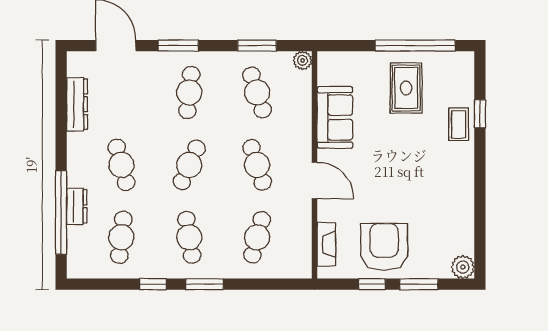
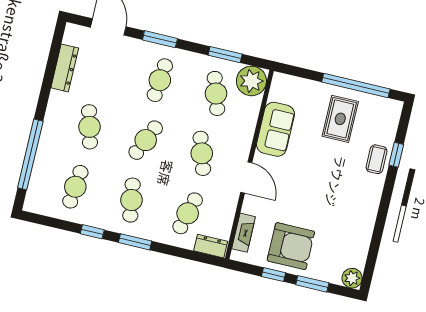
plant: (302, 60) -> (251, 81), width x1.87, depth x1.87
dresser: (77, 206) -> (211, 246), moved, turned -90
armchair: (384, 247) -> (291, 246), turned 90

